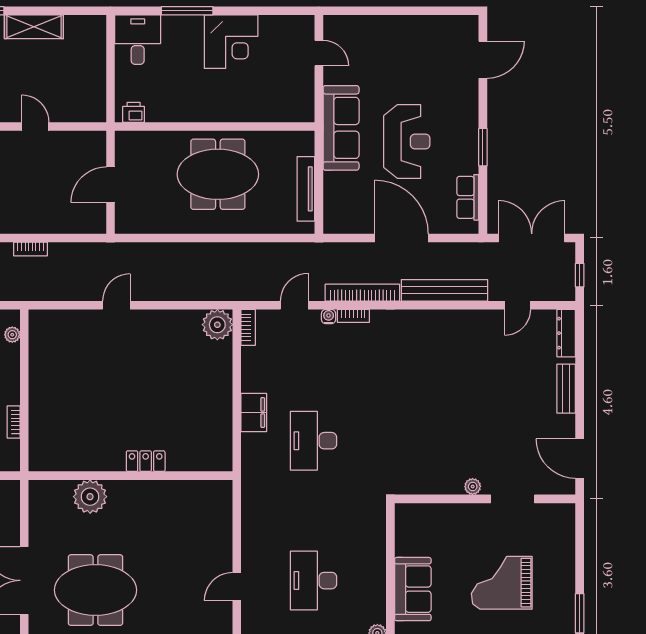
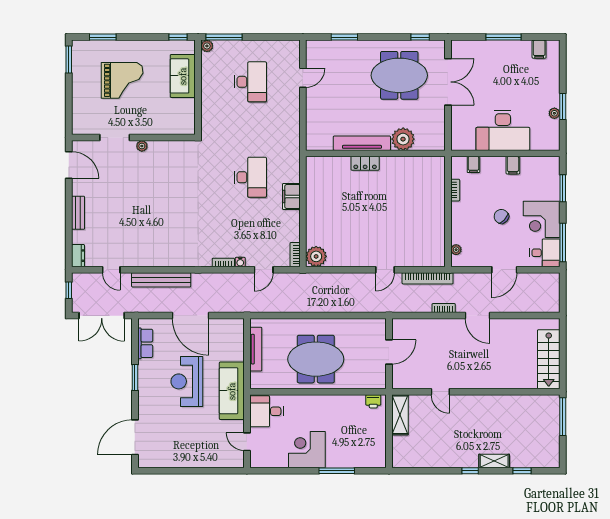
shelving: (34, 27) -> (400, 415), moved, turned 90
desk: (138, 40) -> (267, 411), moved, turned 90
door: (483, 60) -> (135, 437), width x1.36
bookcase: (362, 293) -> (428, 278), moved
door: (518, 305) -> (111, 270), swing flipped
dresser: (566, 333) -> (78, 256), width x0.70
tv unit: (150, 491) -> (362, 143), added

